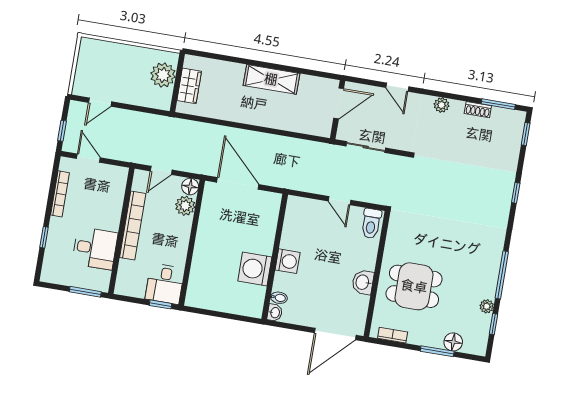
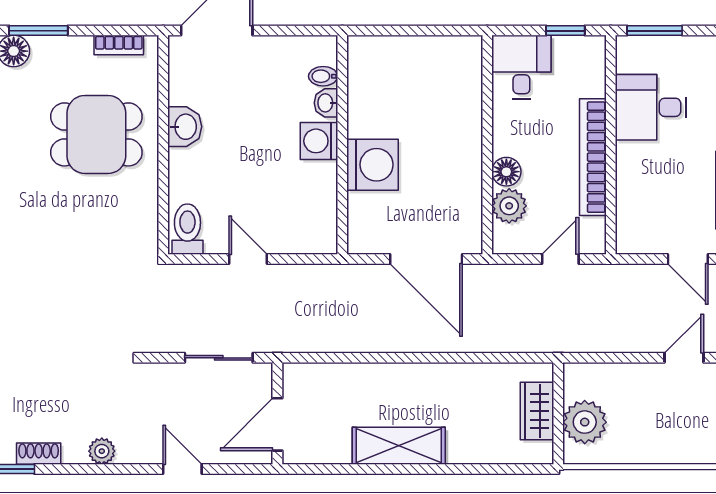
floor lamp: (190, 187) -> (506, 172), moved
washing machine: (255, 269) -> (372, 165), moved
window: (160, 304) -> (565, 31), moved
washbasin: (275, 313) -> (326, 103), moved

